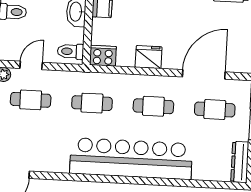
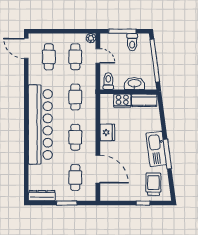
cooker: (103, 56) -> (122, 101), moved, turned 90
cafe table: (29, 140) -> (49, 57), added

